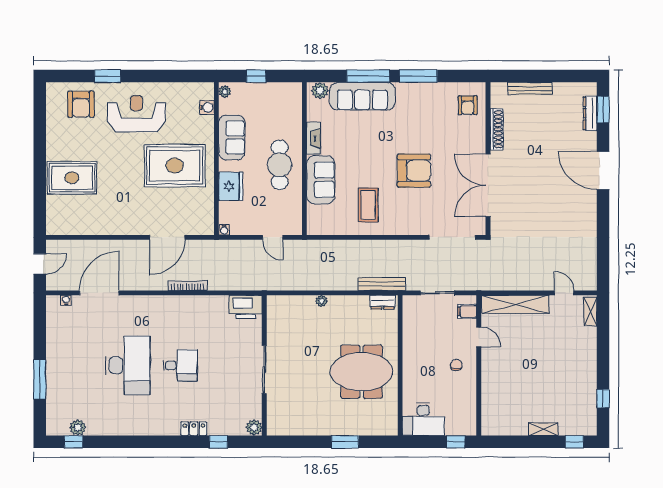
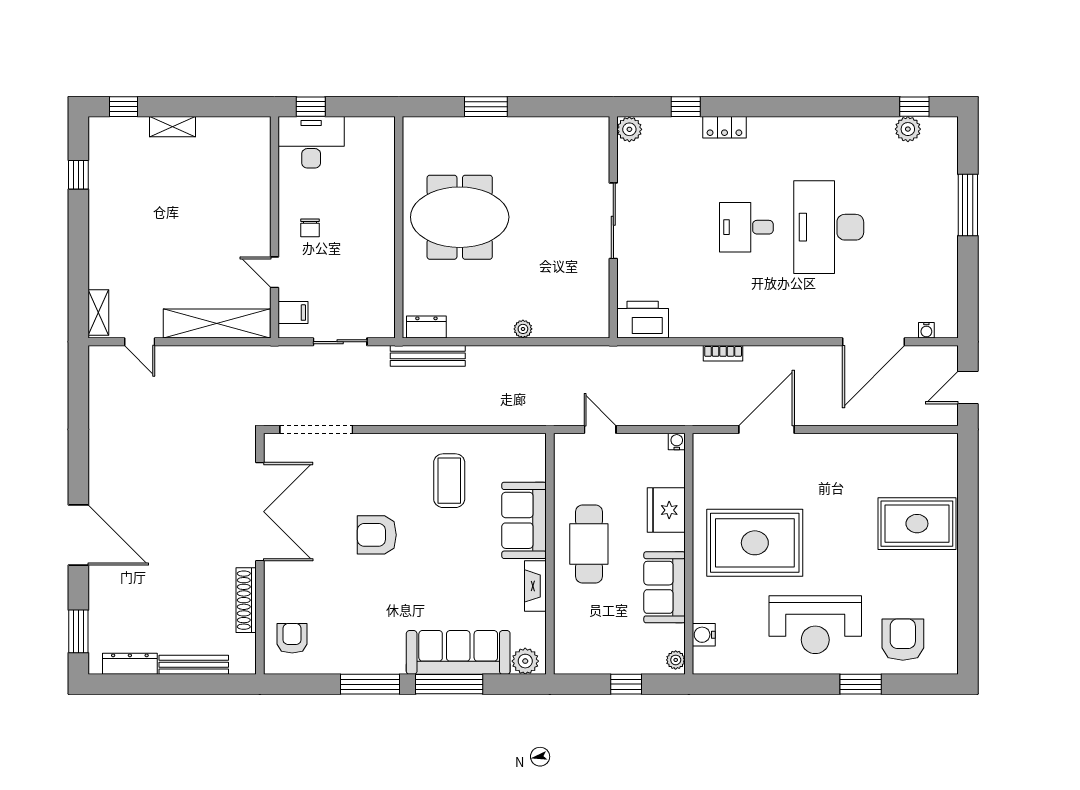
dresser: (590, 113) -> (130, 664), moved, turned -90
armchair: (414, 171) -> (377, 535), width x0.73, depth x0.73
bookcase: (188, 286) -> (723, 353), width x0.64
desk: (423, 419) -> (311, 142), moved

